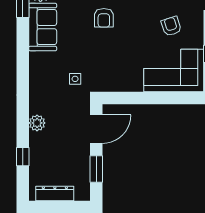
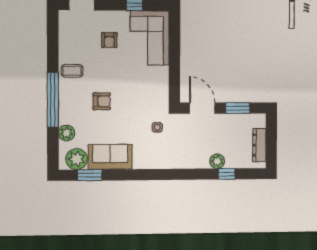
armchair: (171, 26) -> (109, 40), turned -72
plant: (37, 123) -> (217, 161), moved

